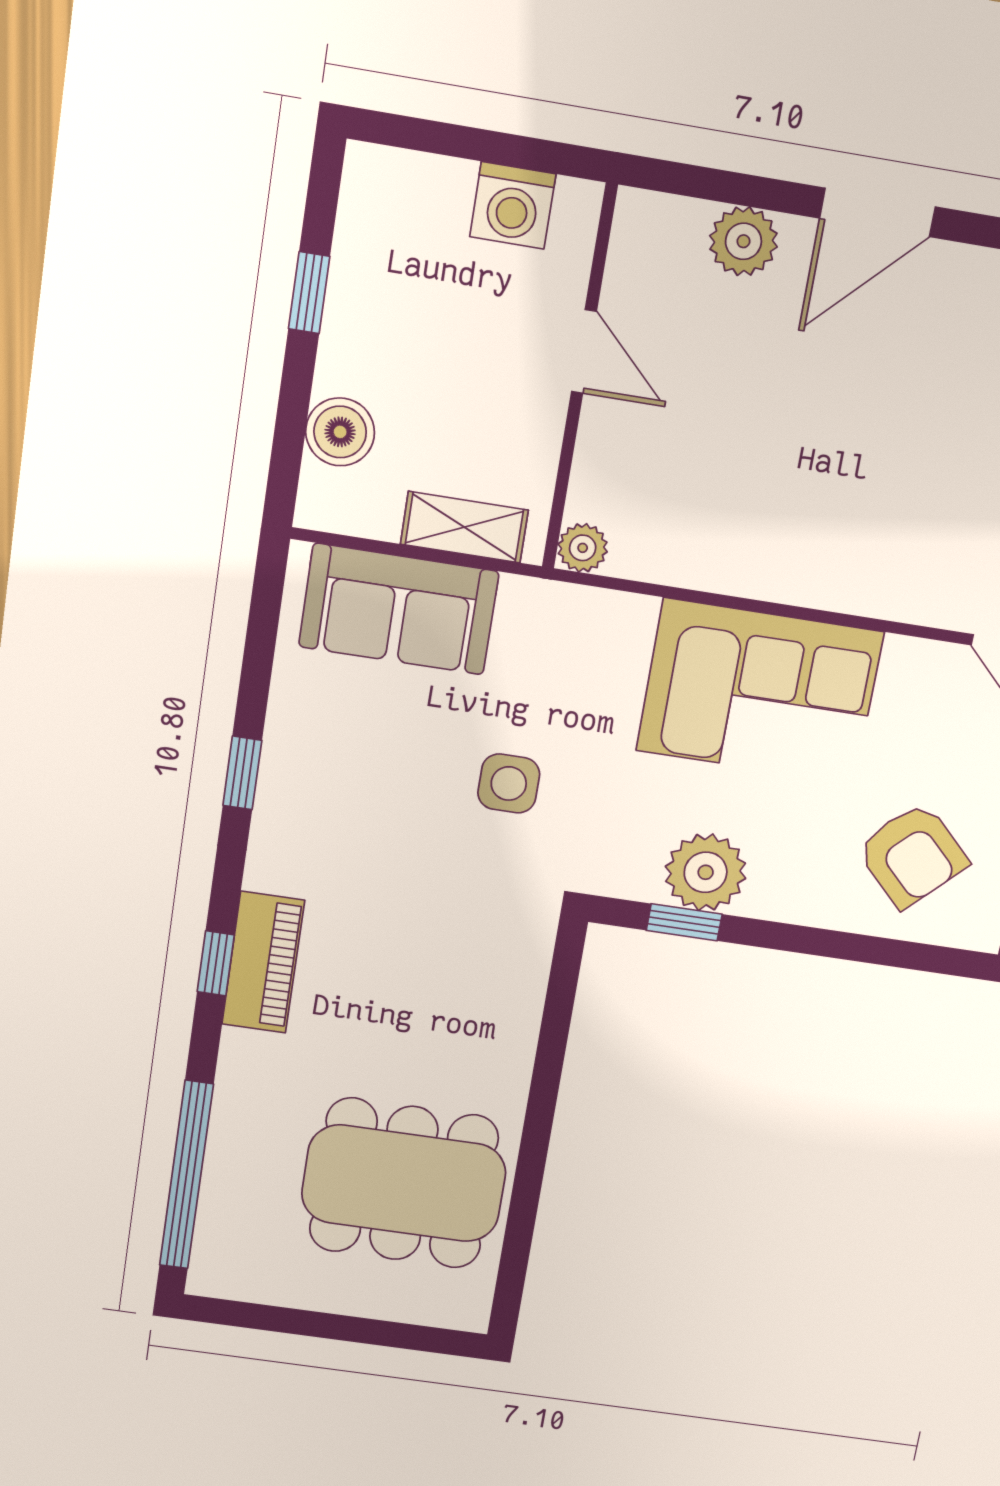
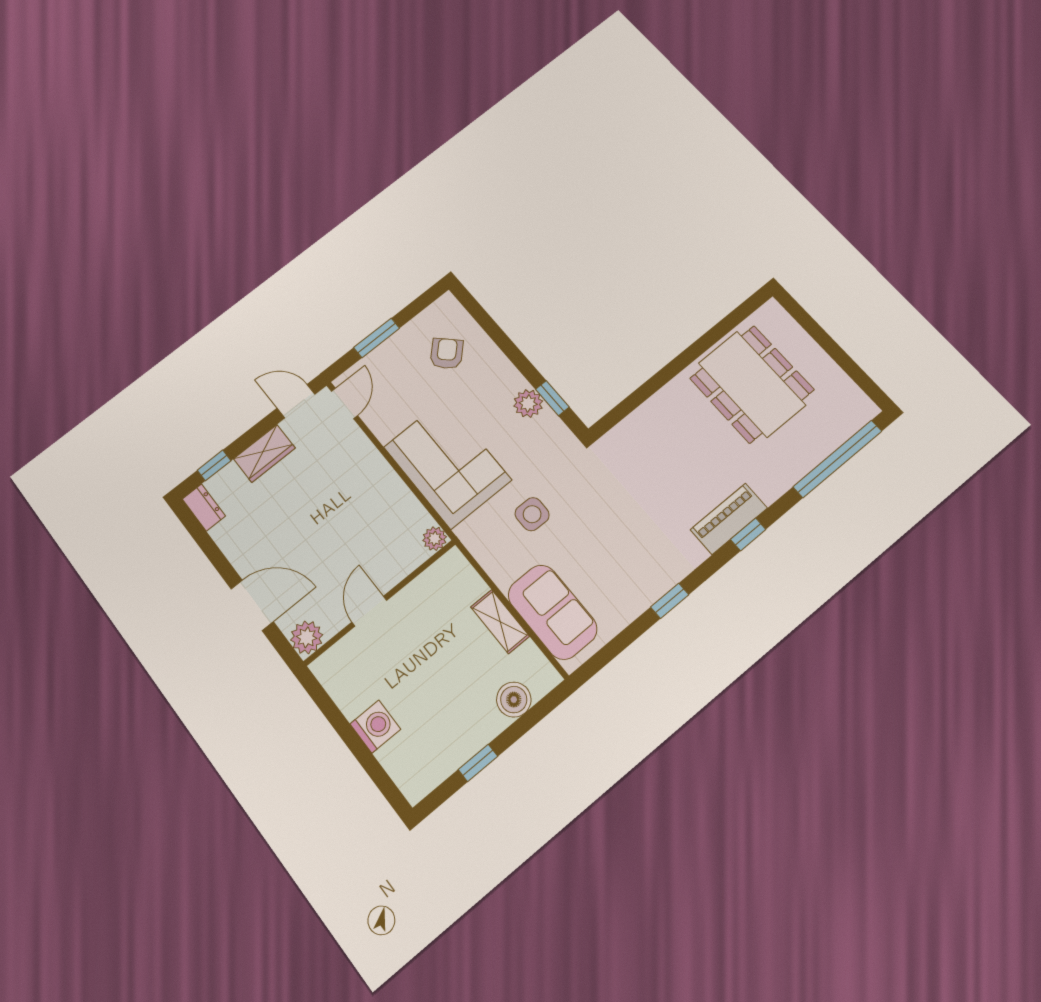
door: (584, 352) -> (369, 611), moved
wall: (579, 379) -> (380, 603), moved
plant: (583, 548) -> (435, 539), moved
side table: (509, 783) -> (532, 514), moved
armchair: (912, 855) -> (447, 354), width x0.72, depth x0.72
plant: (706, 872) -> (528, 404), width x0.73, depth x0.73

